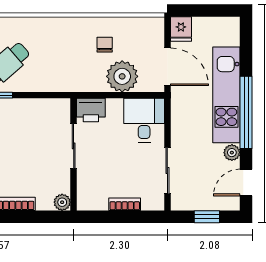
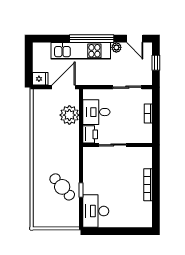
chair: (105, 45) -> (50, 126), removed
desk: (144, 120) -> (96, 112), moved
plant: (62, 202) -> (147, 152), removed

